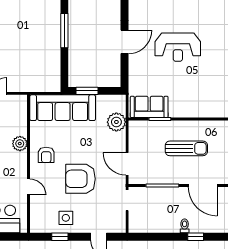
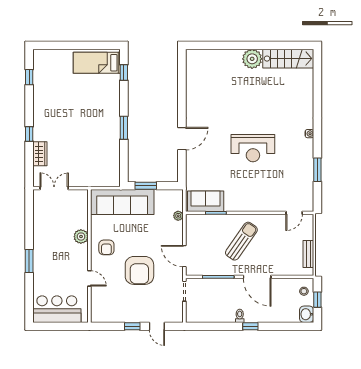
window: (64, 31) -> (124, 128), width x0.69
reception desk: (178, 47) -> (253, 148), moved
plant: (116, 122) -> (178, 216), width x0.53, depth x0.53
sun lounger: (186, 148) -> (241, 241), turned -55
armchair: (80, 179) -> (139, 270), turned -90
side table: (66, 218) -> (125, 308), removed
window: (60, 237) -> (132, 326), moved

